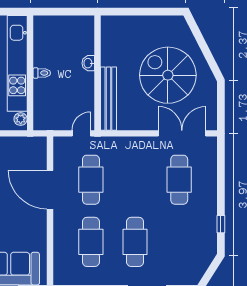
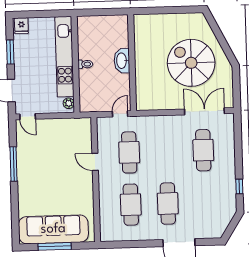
washbasin: (88, 63) -> (122, 61), width x1.91, depth x1.45
bench: (108, 99) -> (142, 84), removed
door: (50, 190) -> (95, 162), width x0.53

